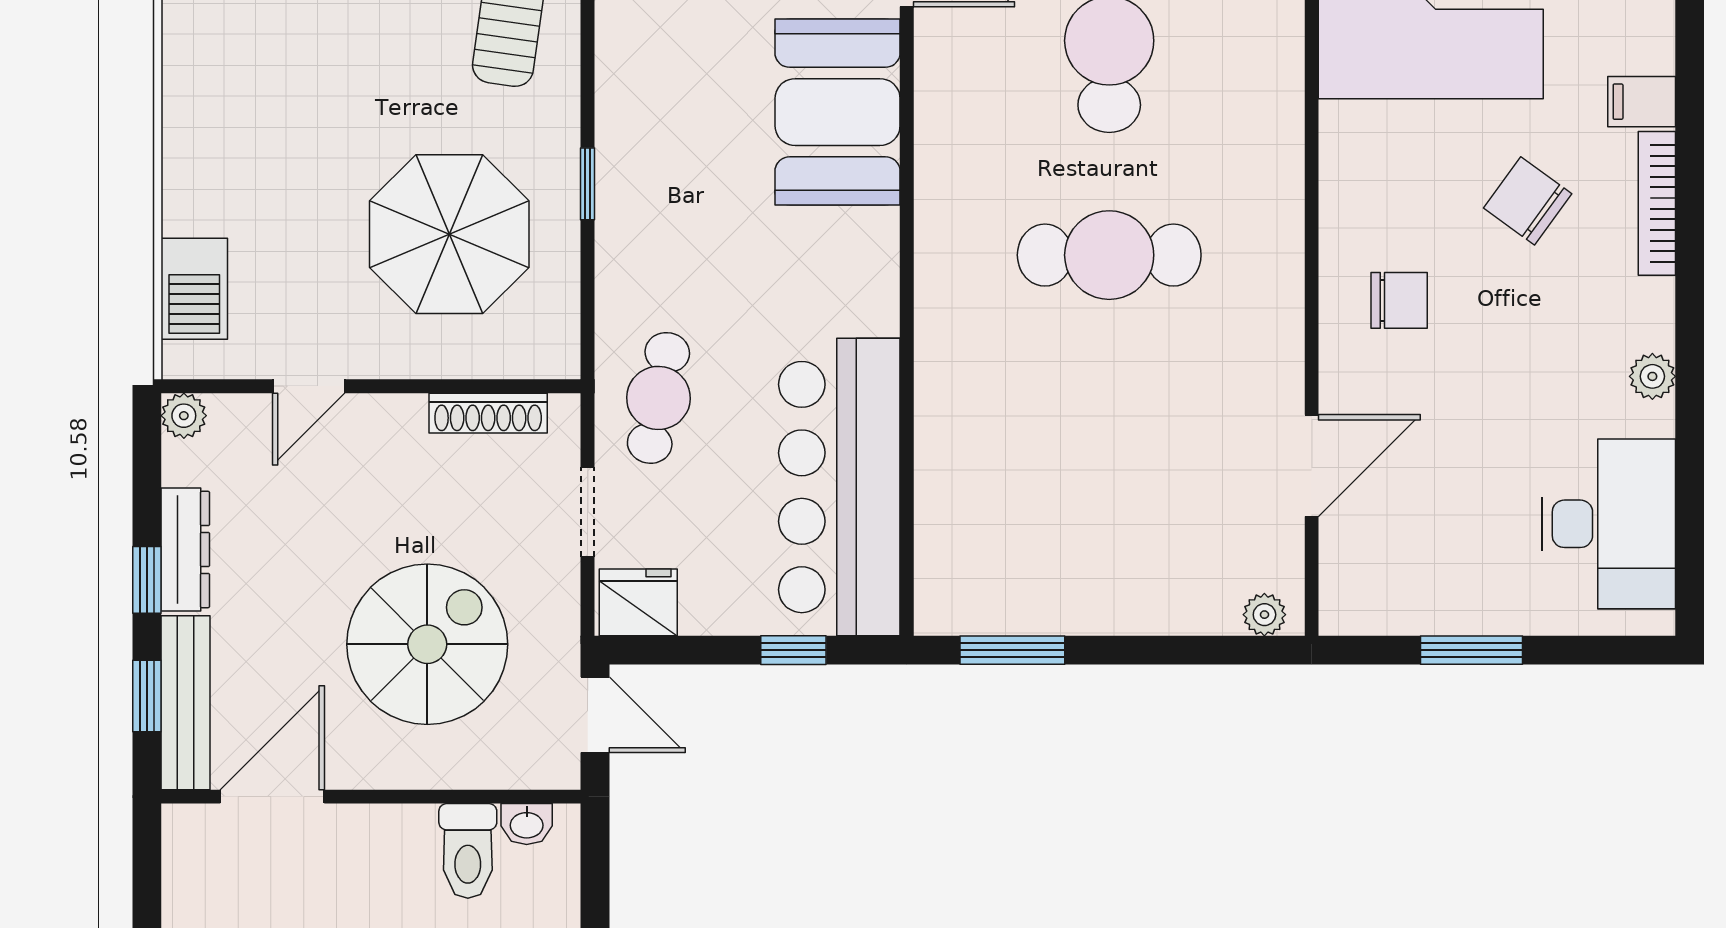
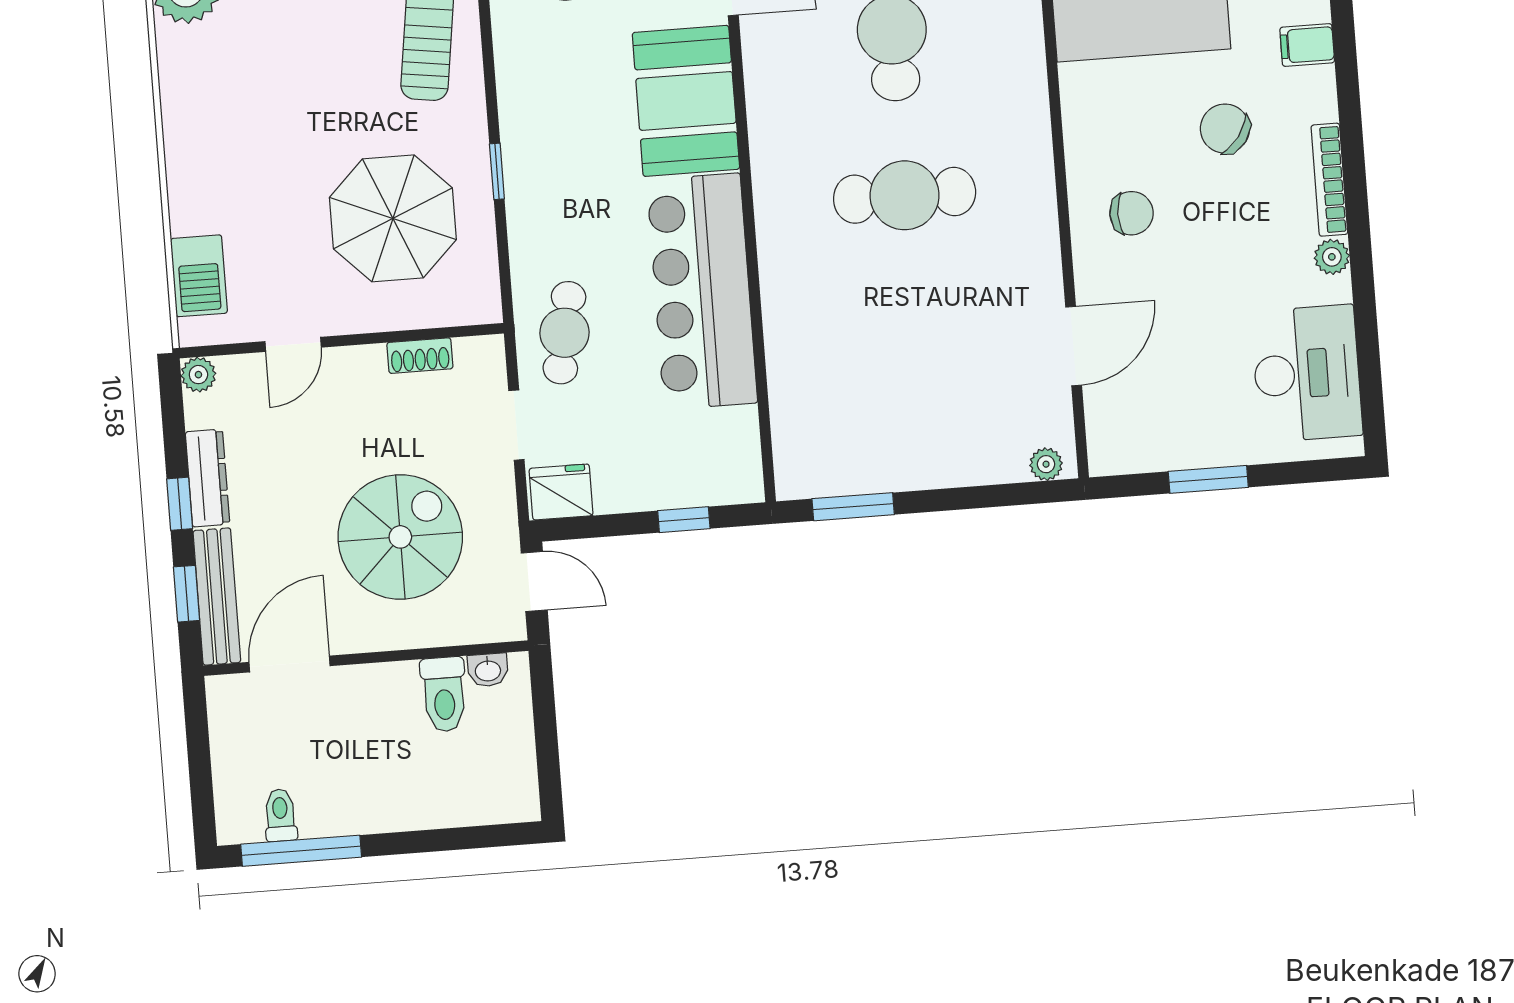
bookcase: (1657, 203) -> (1329, 180), moved
shoe rack: (488, 413) -> (420, 356), width x0.70
bar counter: (839, 487) -> (702, 291), moved

